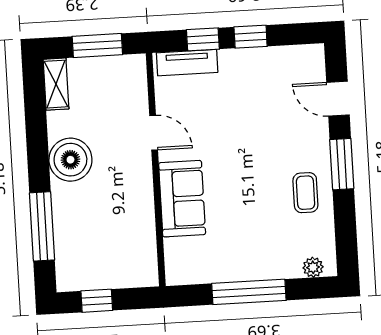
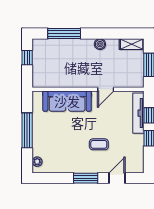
tv unit: (187, 63) -> (138, 113), width x1.41
boiler: (70, 160) -> (100, 44), width x0.54, depth x0.54
coffee table: (305, 193) -> (99, 144), moved
sofa: (182, 199) -> (67, 101), width x1.36

